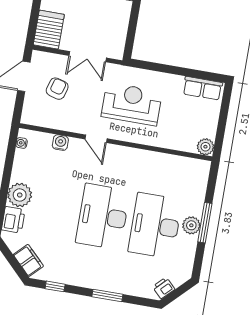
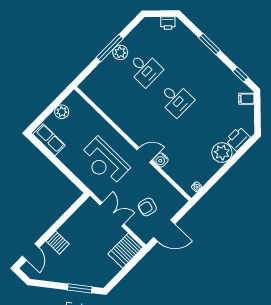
door: (96, 139) -> (144, 155), hinge flipped
water cooler: (60, 143) -> (161, 160), moved
plant: (205, 147) -> (62, 112), moved
desk: (103, 217) -> (176, 99), width x0.53, depth x0.77
desk: (155, 226) -> (145, 69), width x0.53, depth x0.77
filing cabinet: (28, 260) -> (246, 99), width x0.50

